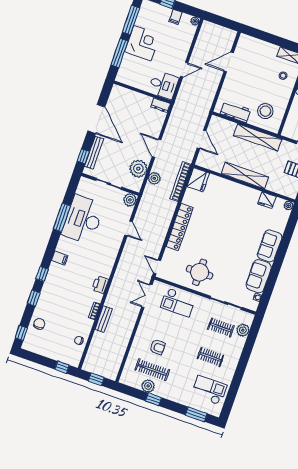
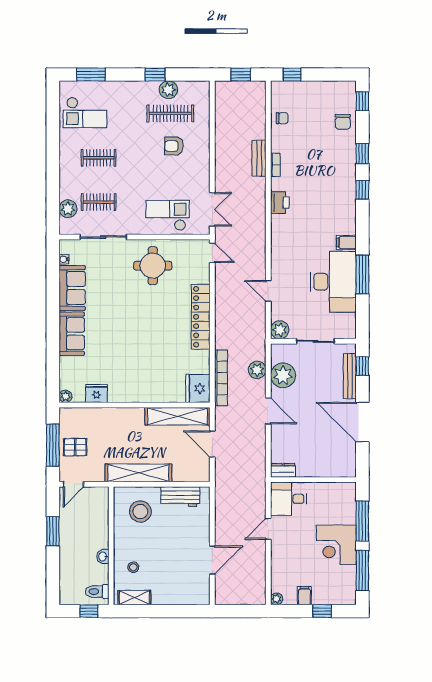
shelving: (245, 175) -> (177, 416), moved
filing cabinet: (60, 258) -> (346, 242), moved

